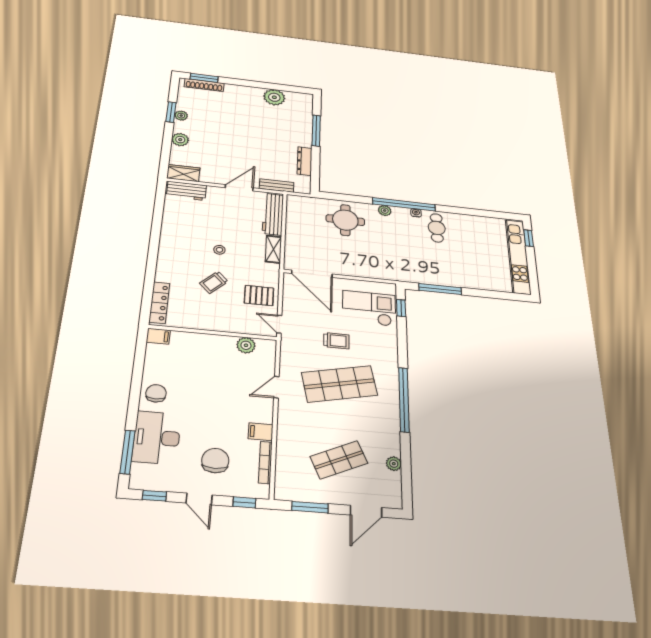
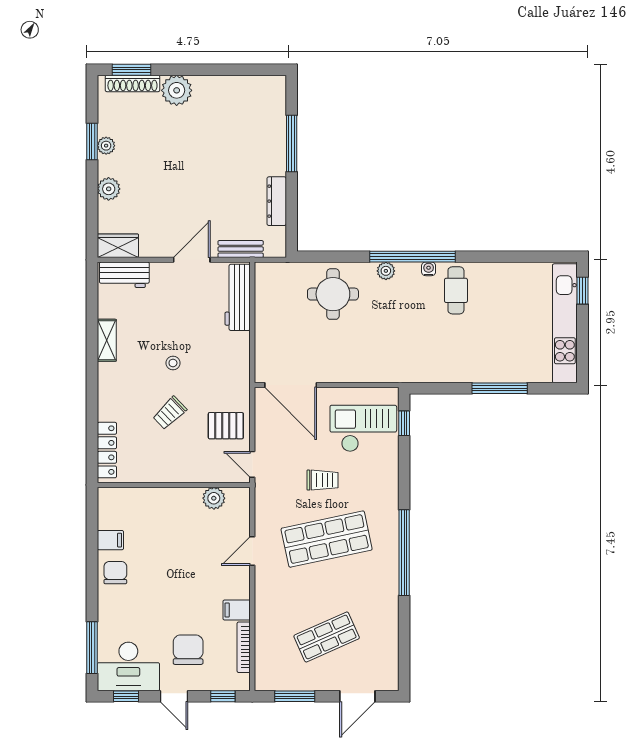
plant: (274, 97) -> (177, 90), moved
shelving: (273, 249) -> (107, 340), moved
window: (440, 289) -> (500, 388), moved
filing cabinet: (158, 336) -> (110, 540), moved
desk: (157, 438) -> (128, 666), moved, turned -90
plant: (394, 464) -> (390, 636), removed

